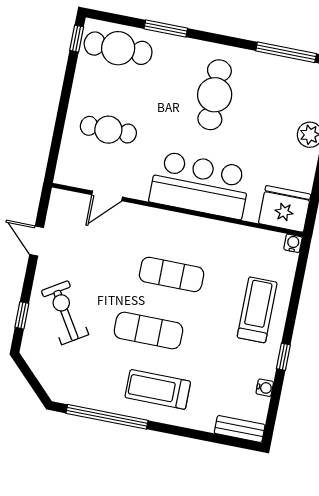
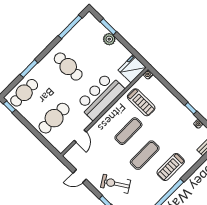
cafe table: (108, 130) -> (54, 118), width x1.37, depth x1.35
treadmill: (257, 310) -> (141, 102), moved, turned 180

